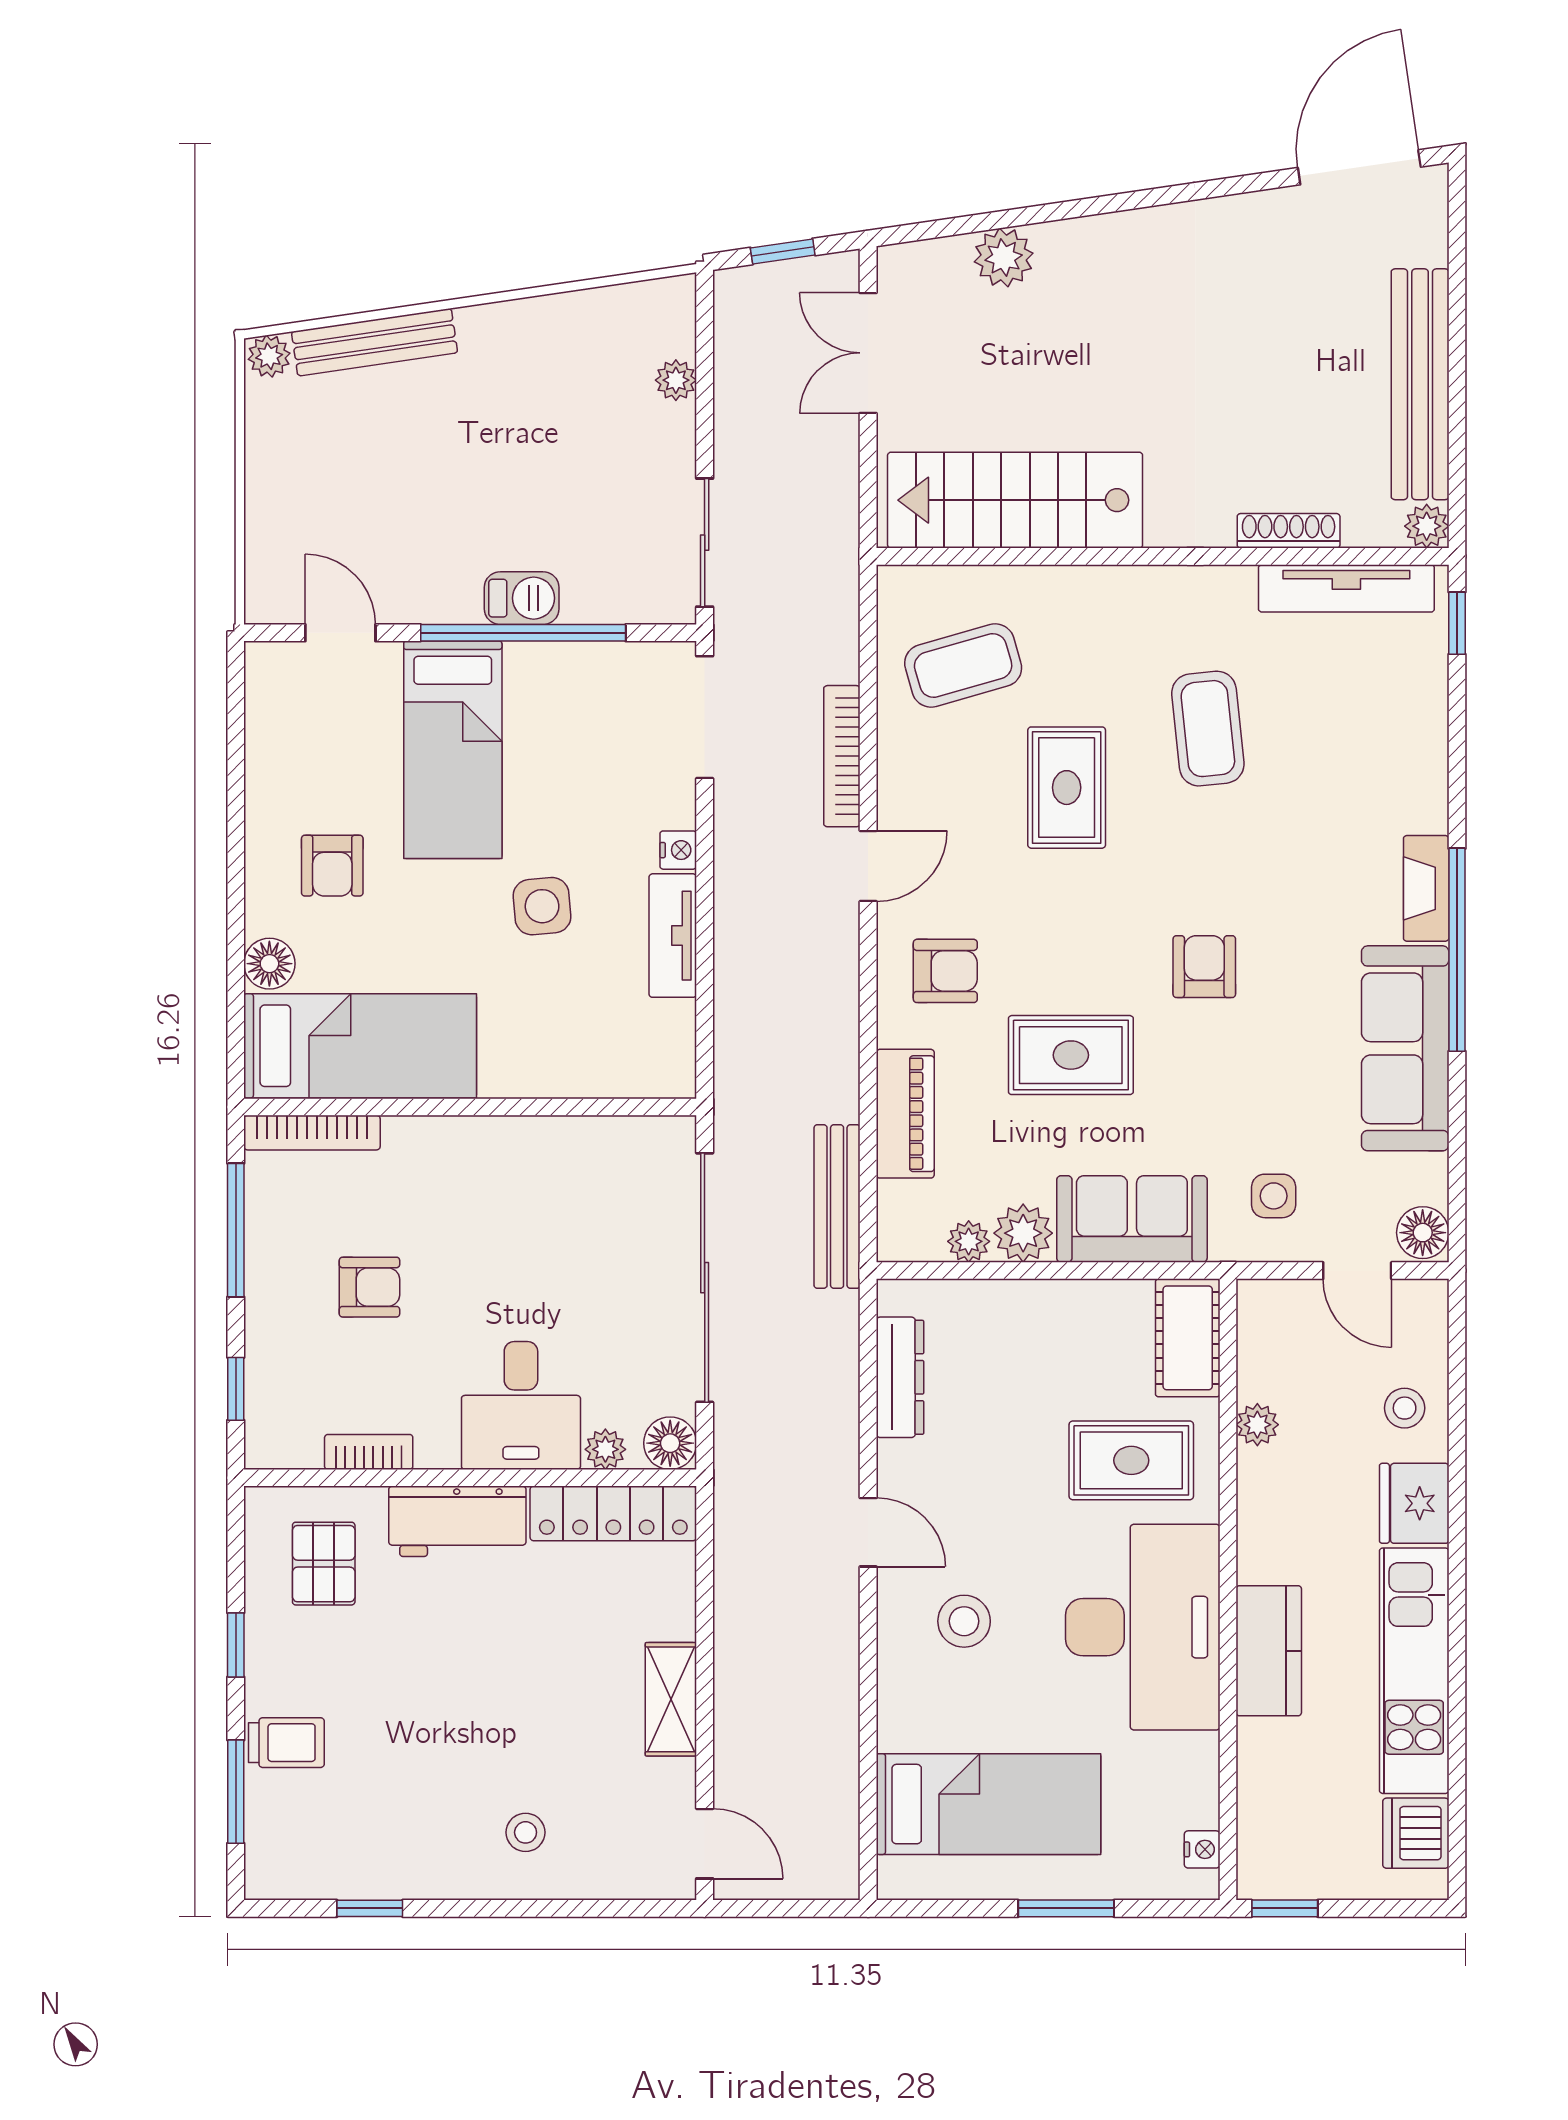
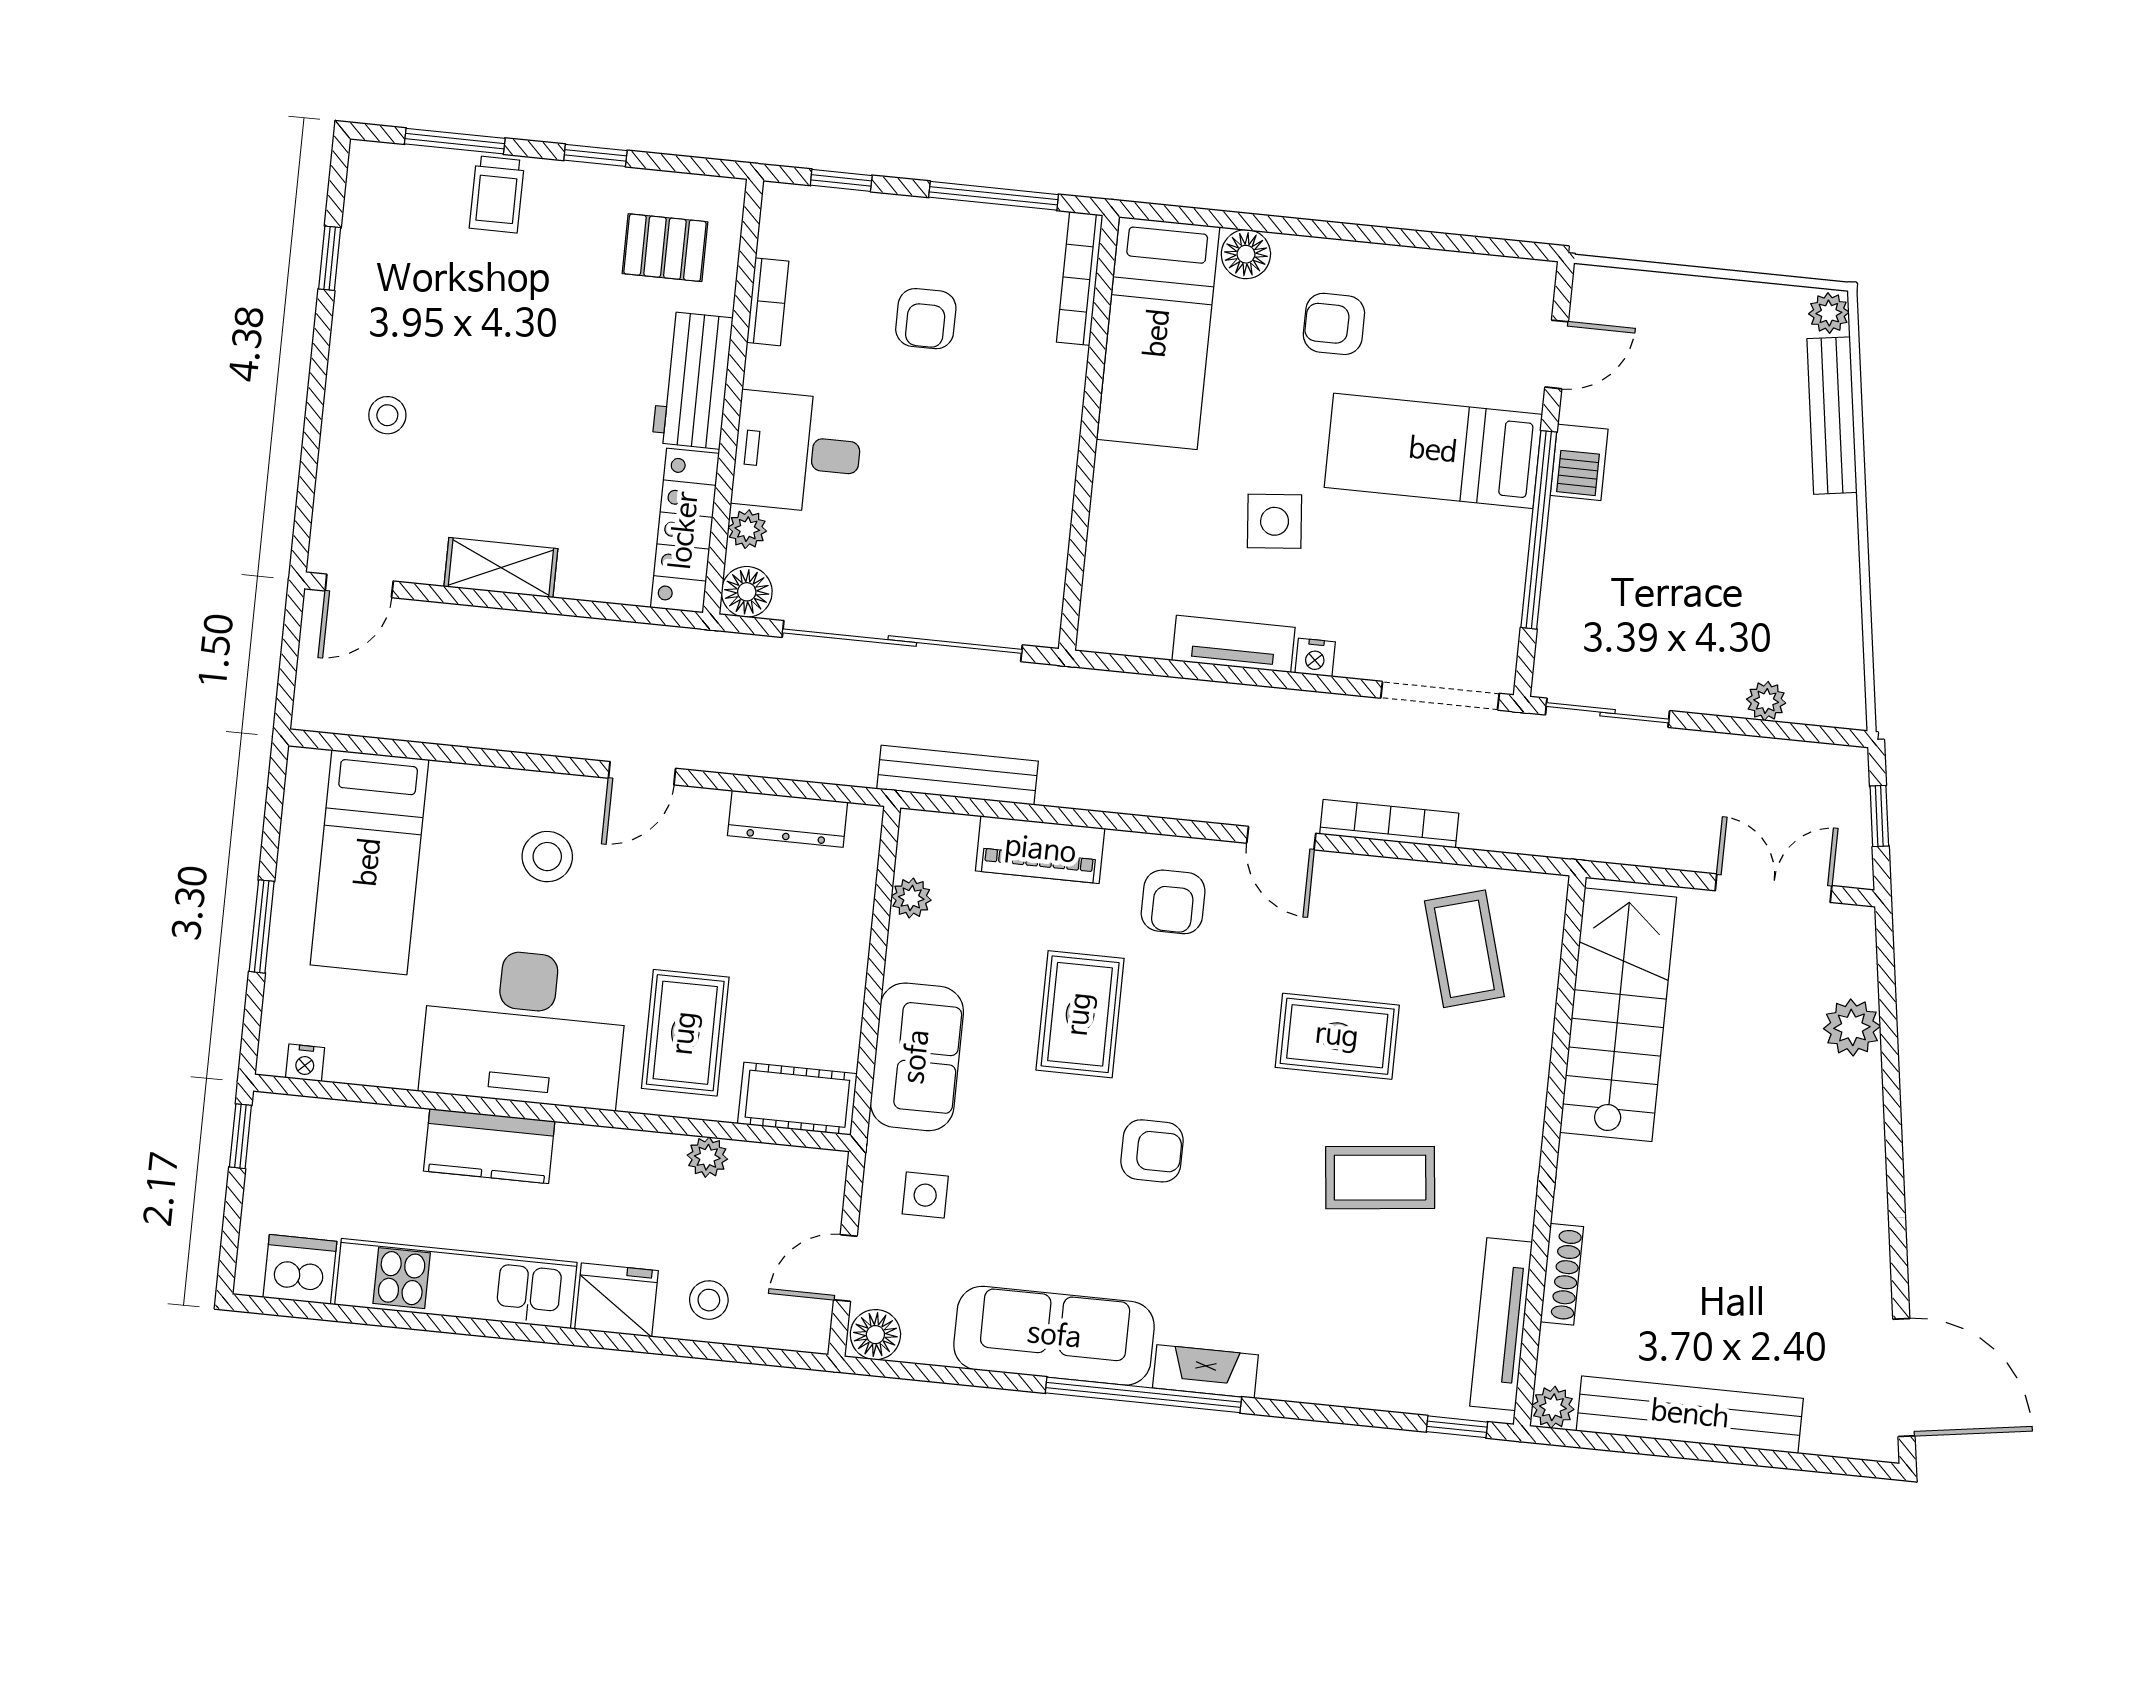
barbecue: (522, 598) -> (1579, 462), moved
plant: (1023, 1233) -> (914, 951), removed

